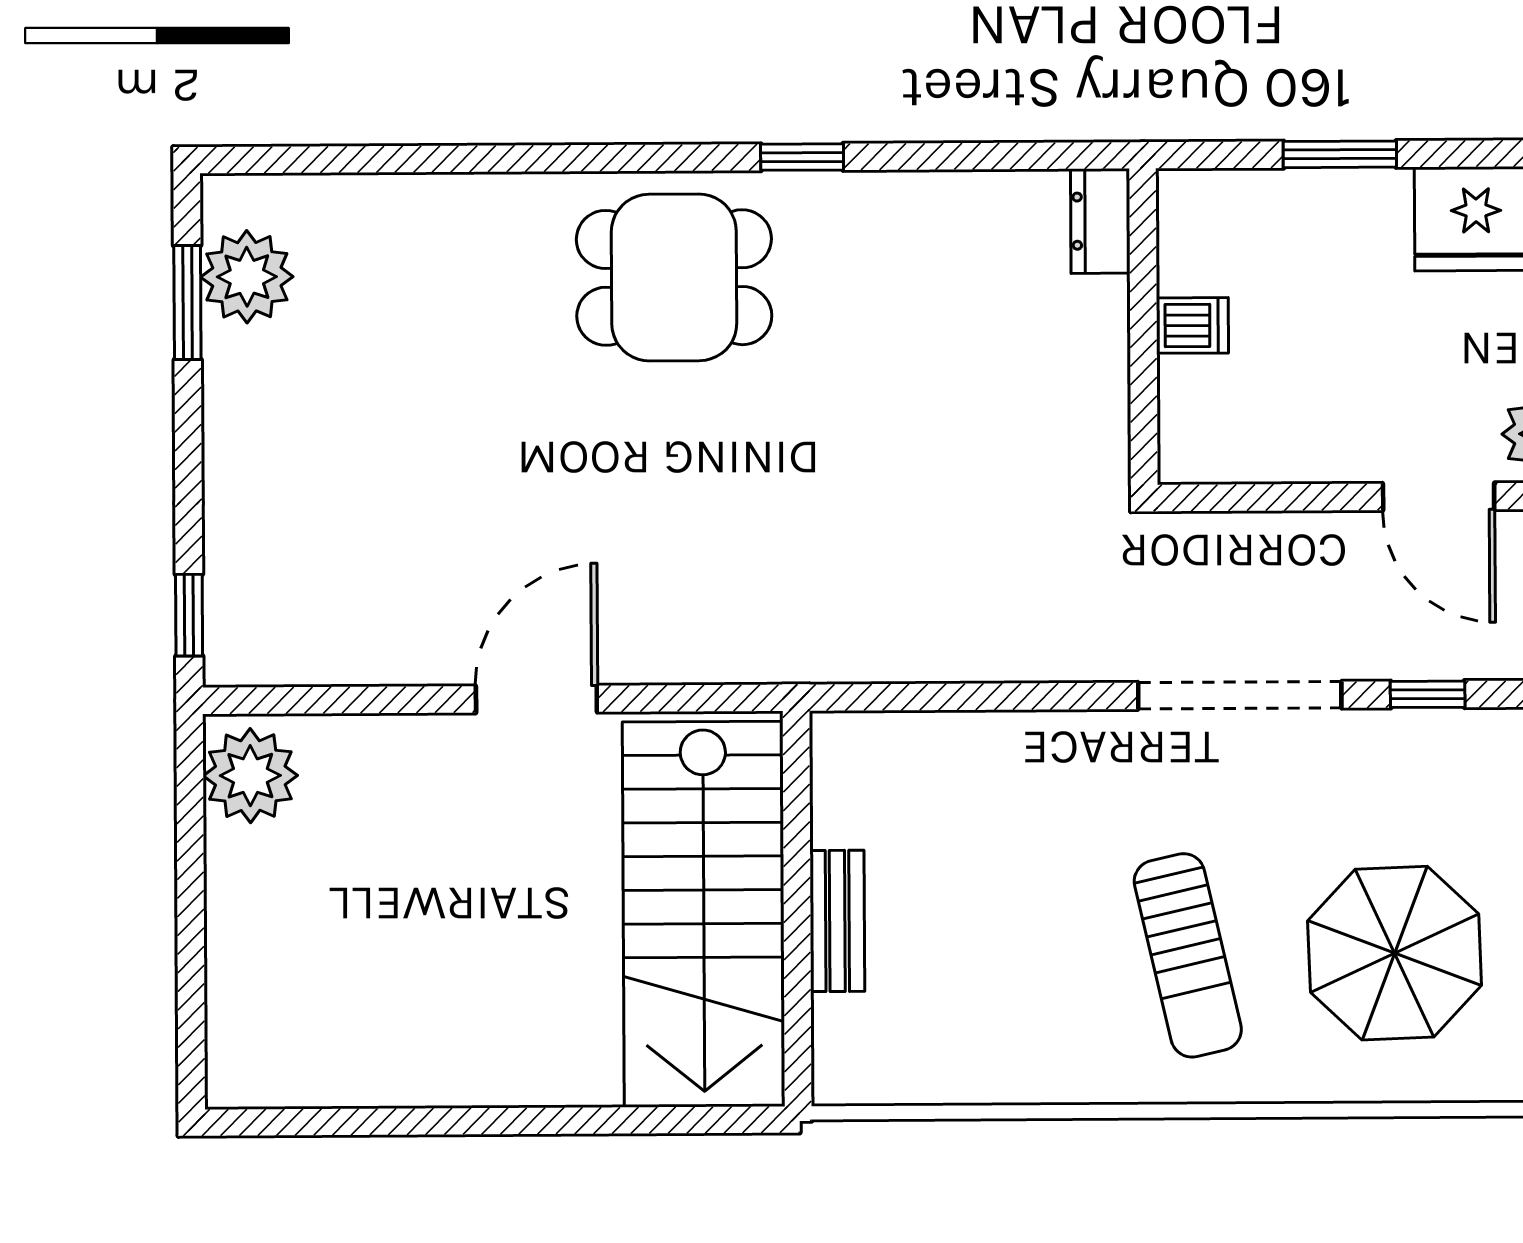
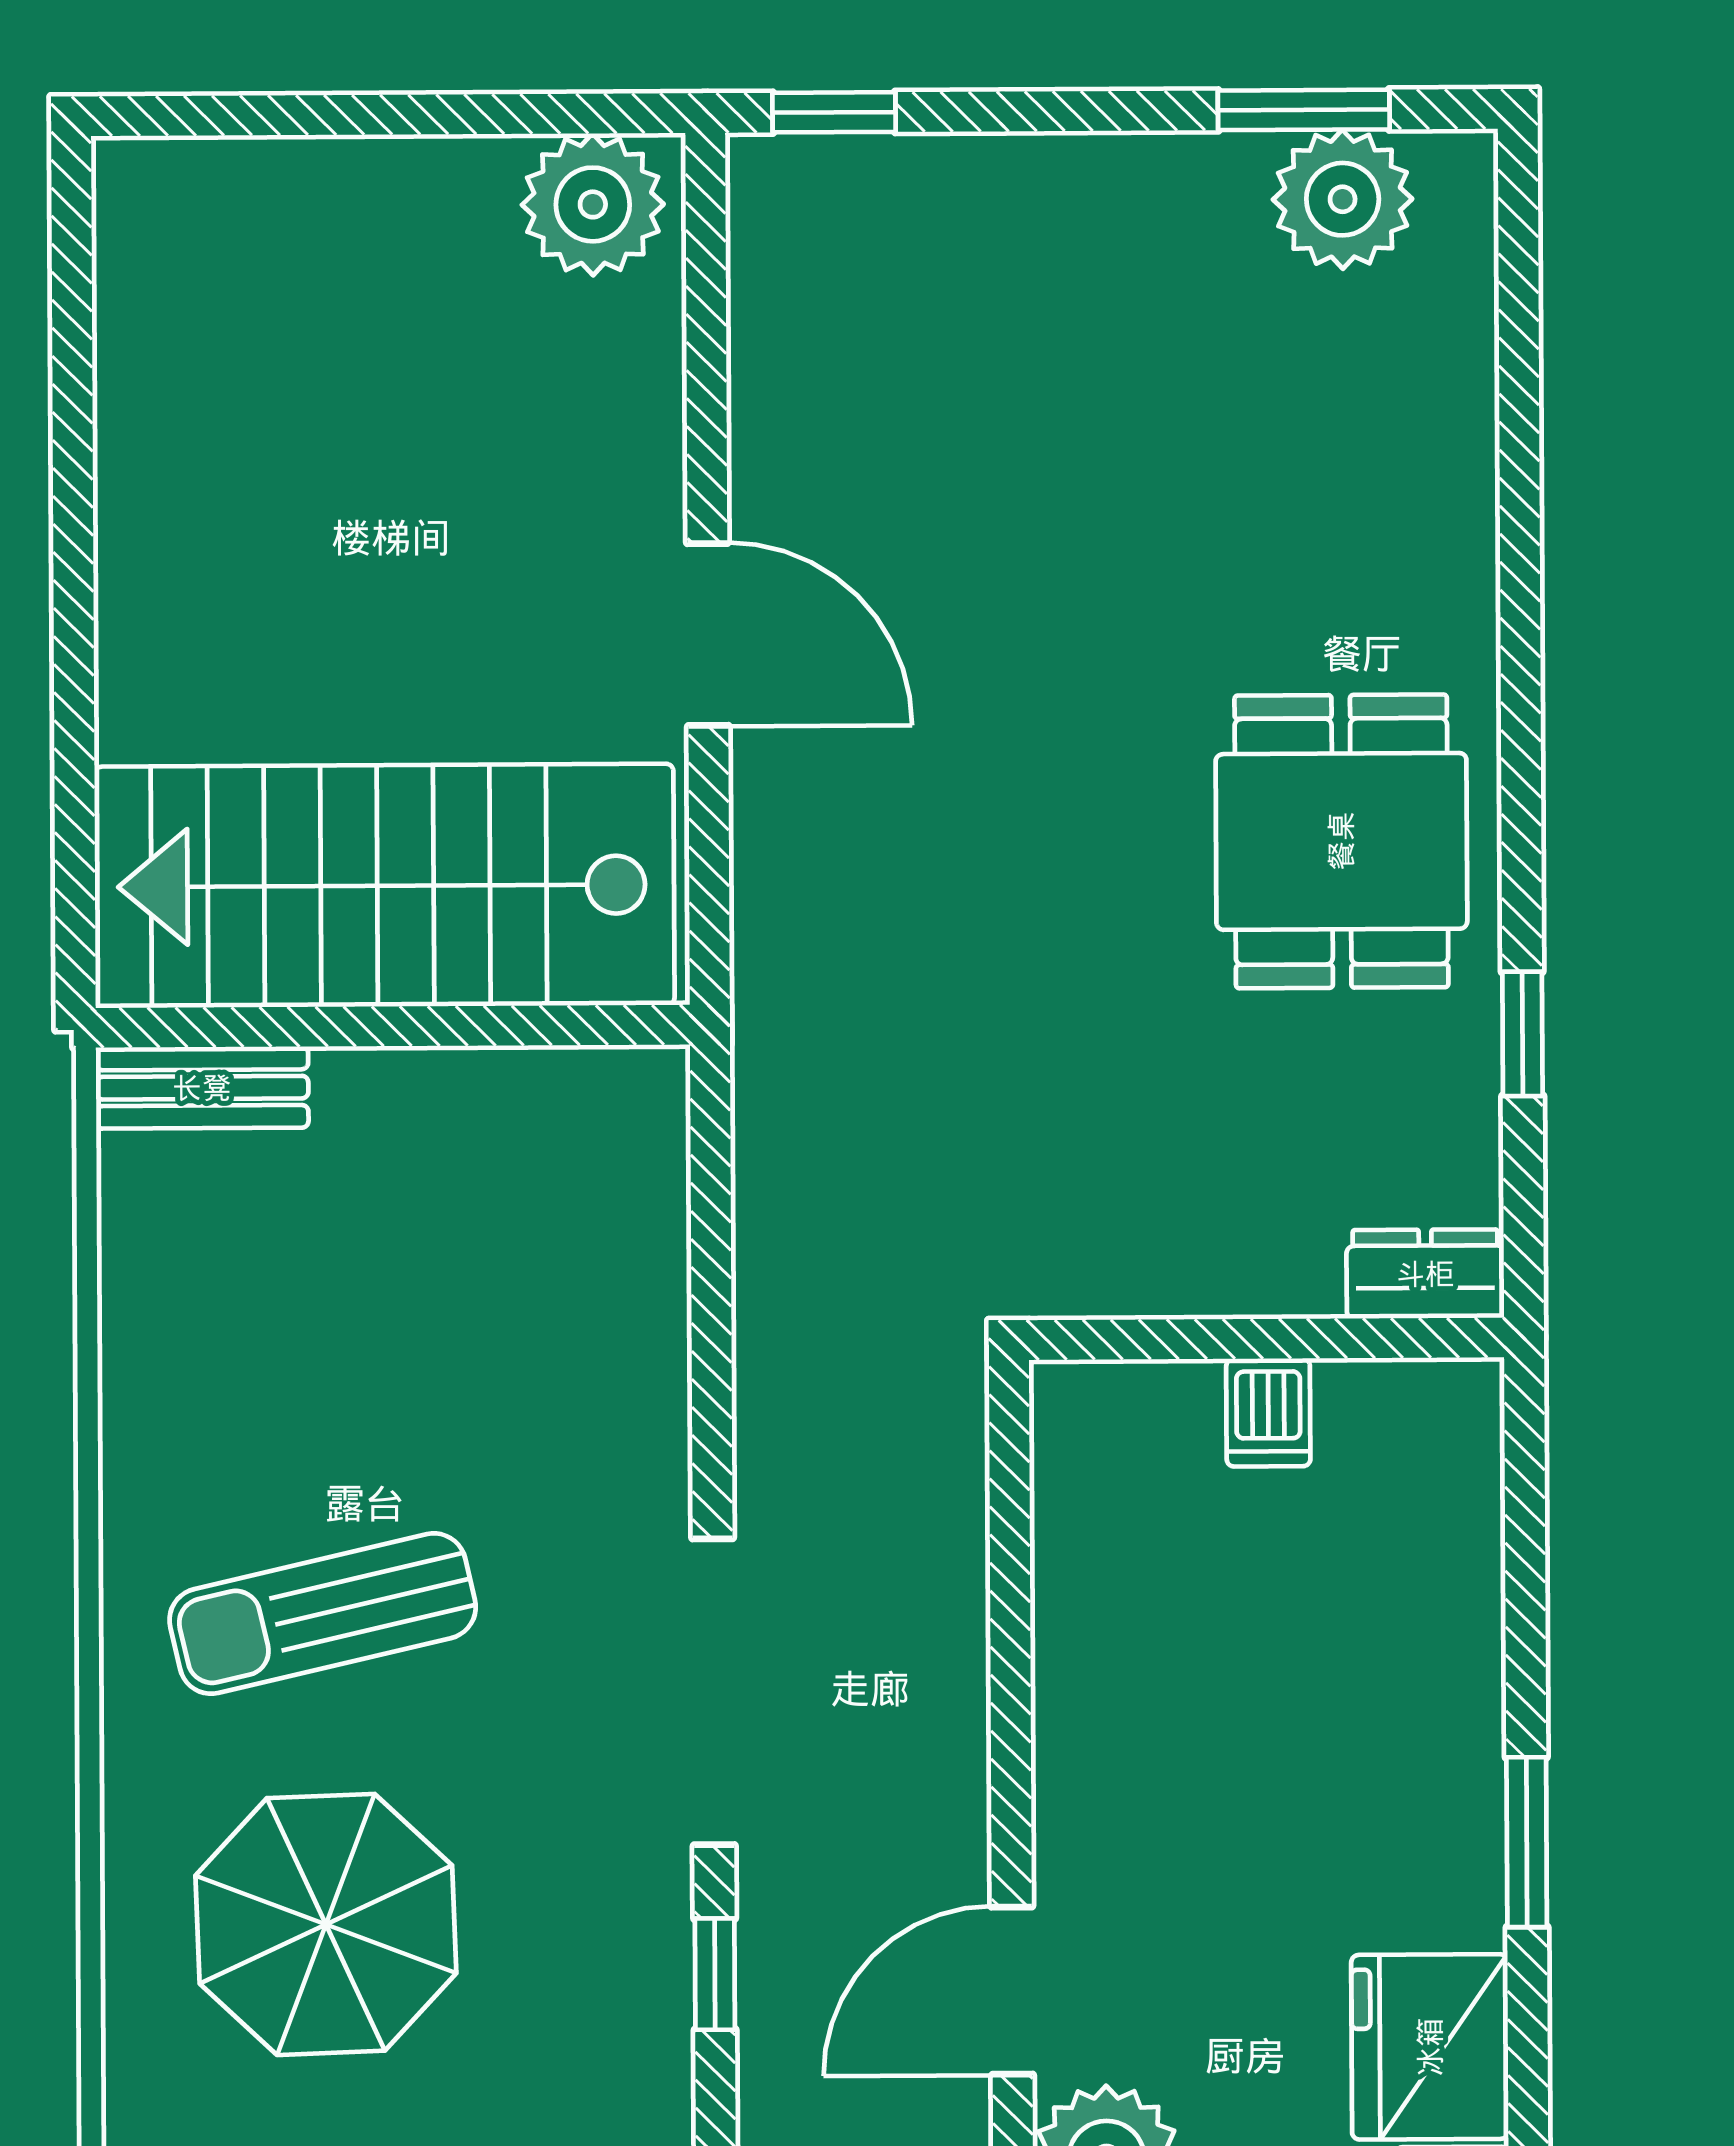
dresser: (1100, 221) -> (1425, 1274), moved
dishwasher: (1192, 325) -> (1268, 1412), moved
wall: (1143, 327) -> (1266, 1339), moved
bench: (837, 921) -> (202, 1088), moved

